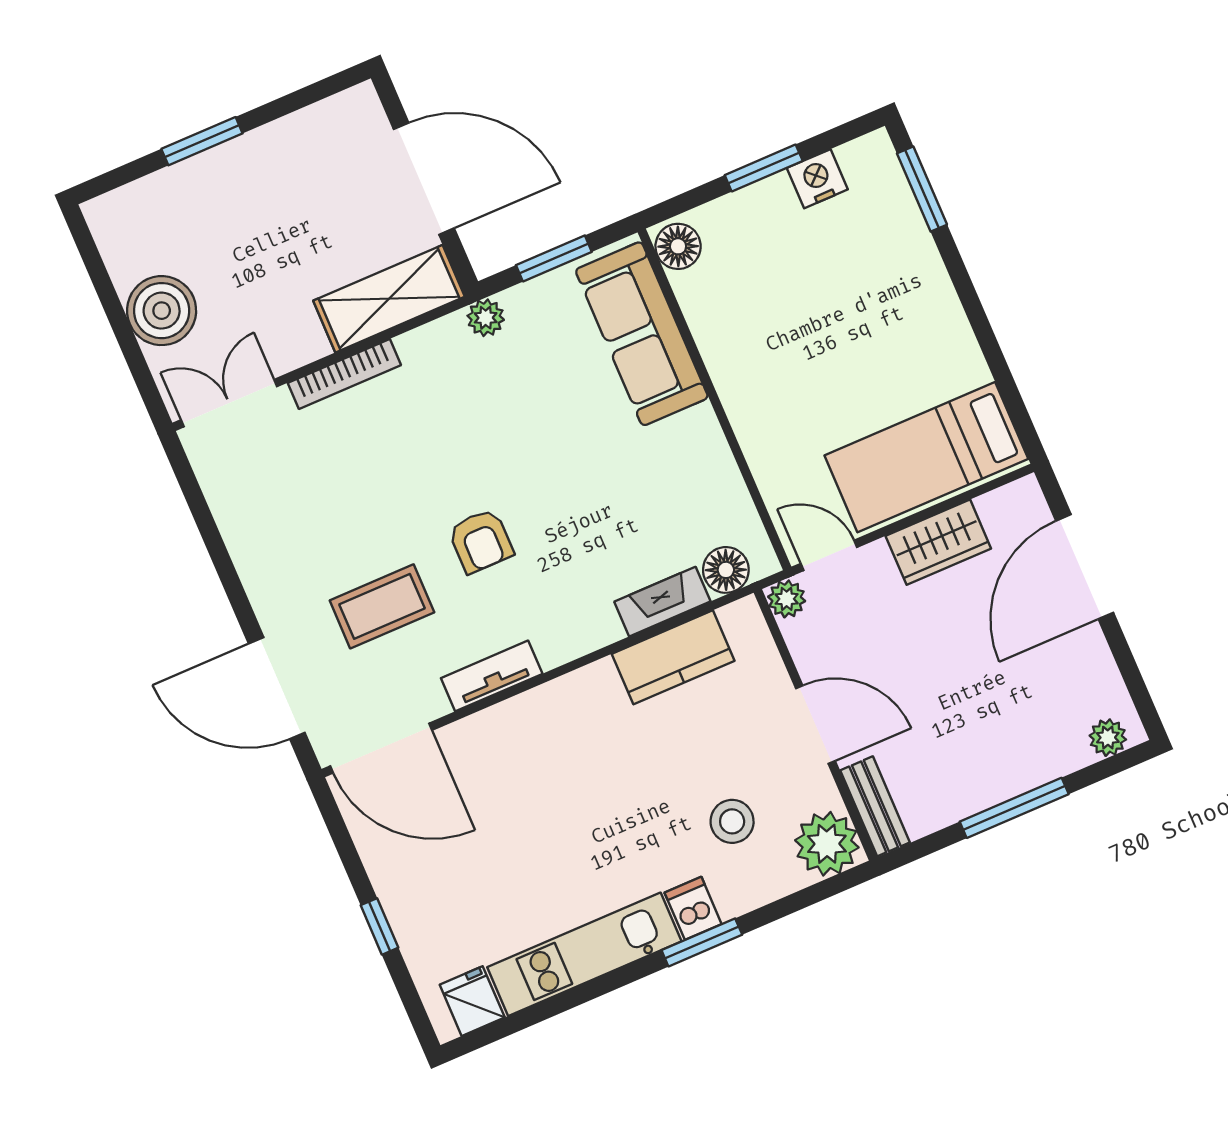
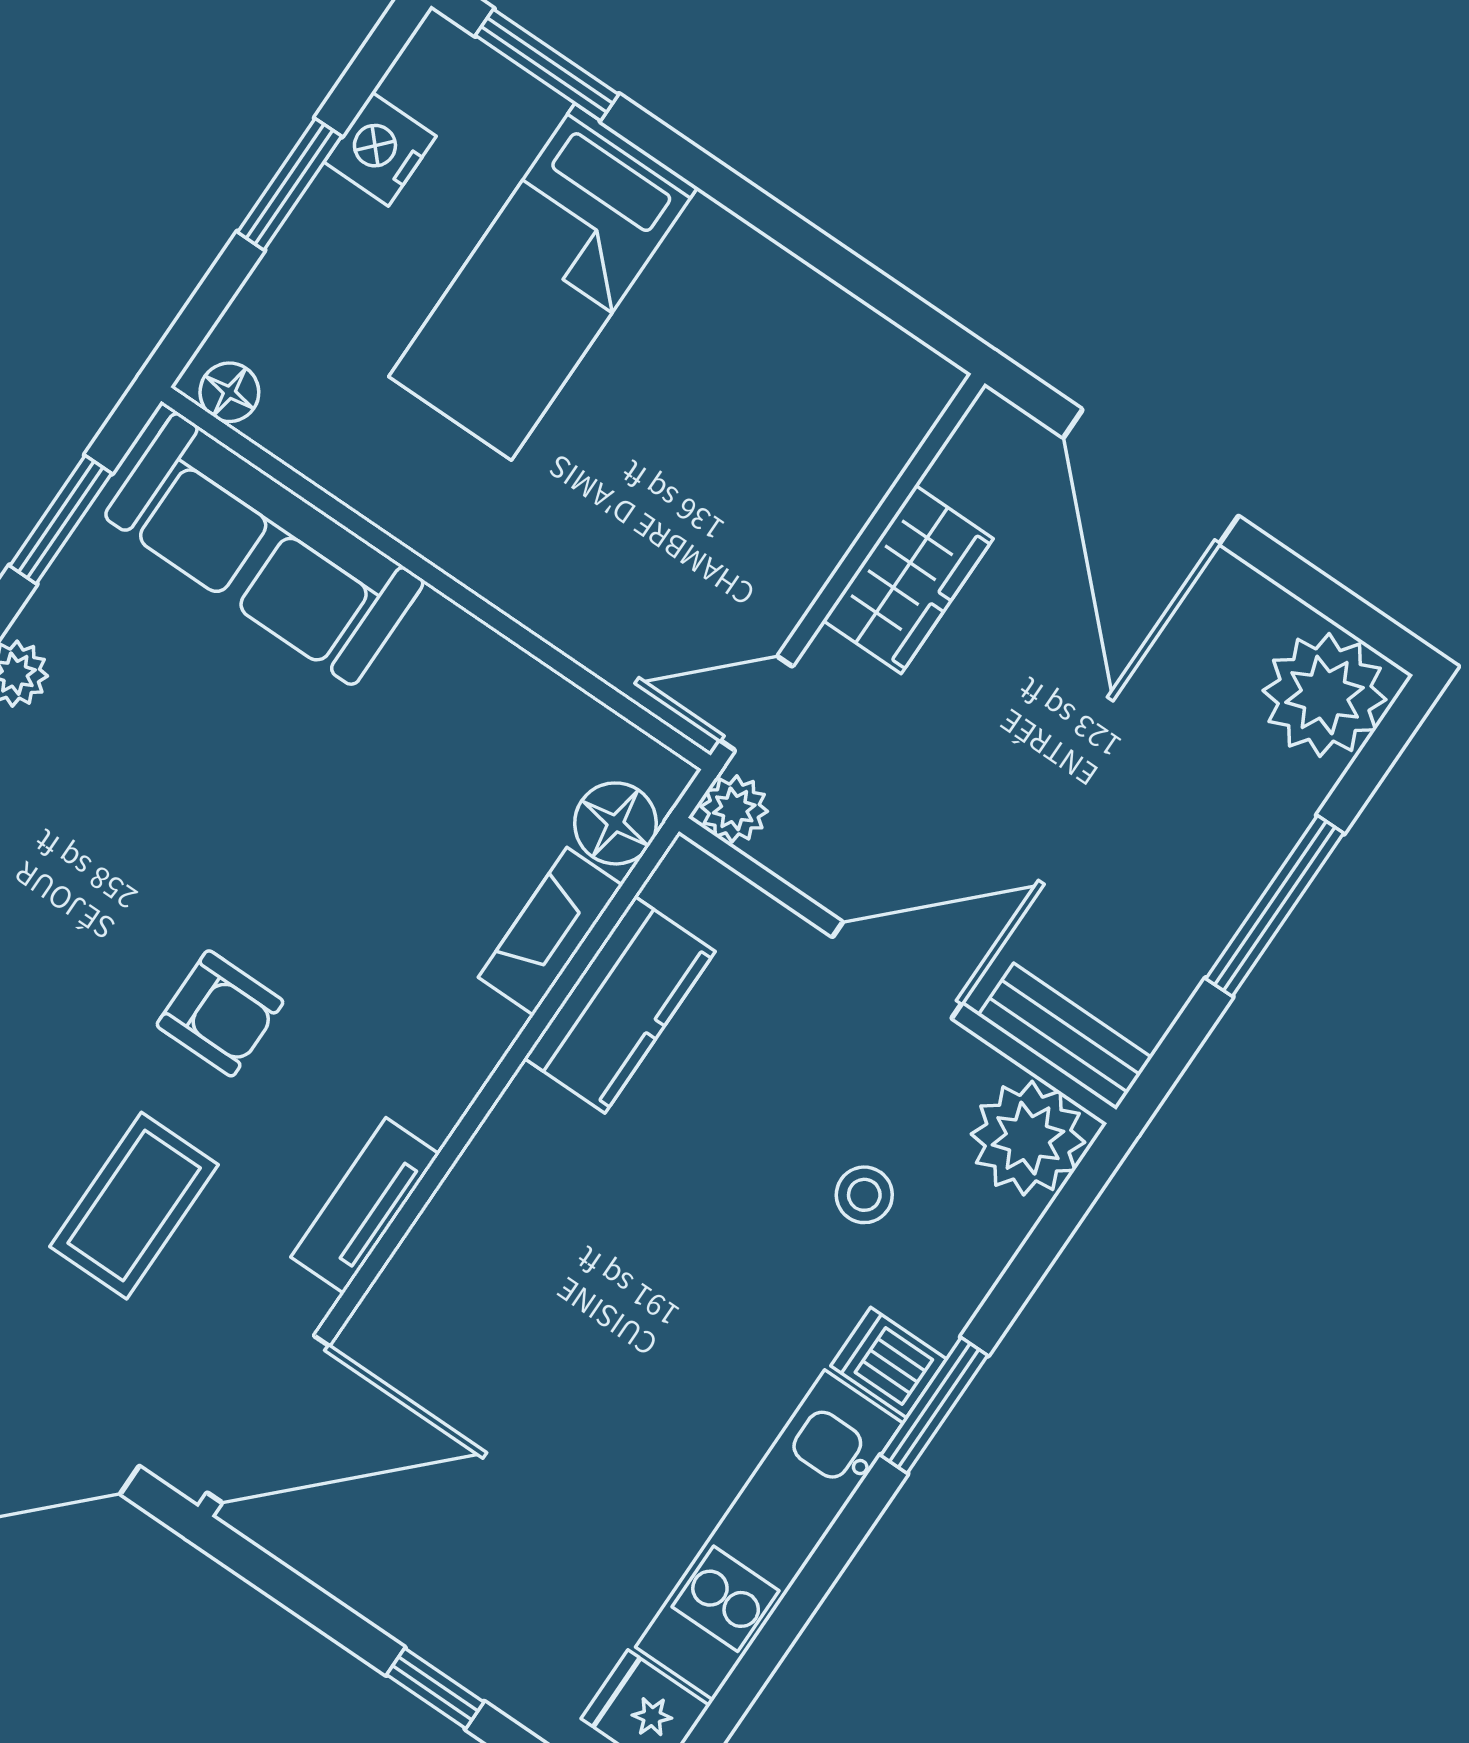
floor lamp: (678, 246) -> (229, 392), width x0.73, depth x0.73
bed: (926, 457) -> (543, 282), moved
plant: (1108, 738) -> (1325, 695), width x1.88, depth x1.88
stool: (732, 821) -> (864, 1195), width x0.73, depth x0.73

